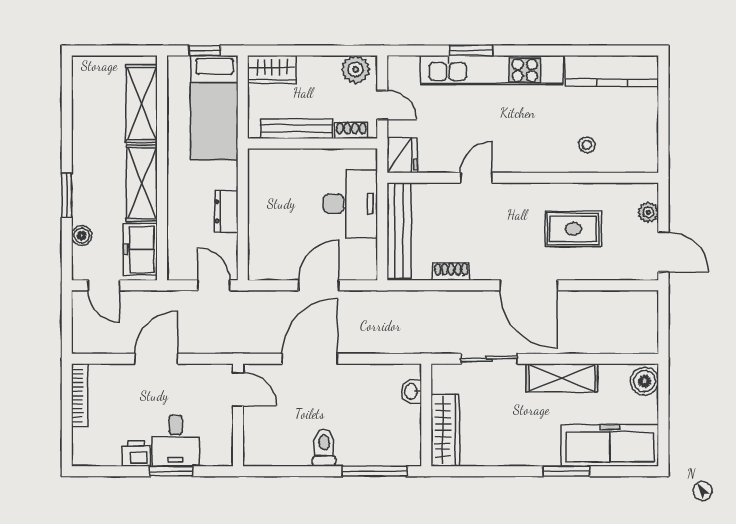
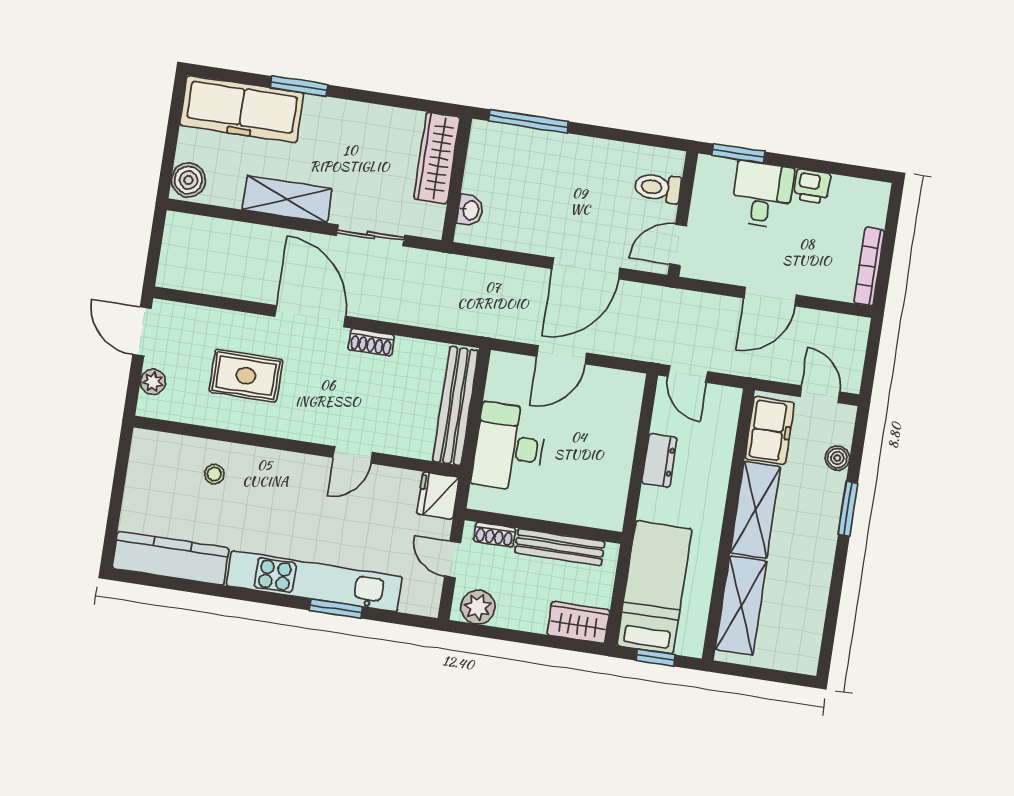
shoe rack: (451, 272) -> (371, 342), moved
door: (238, 389) -> (678, 245), hinge flipped
toilet: (324, 448) -> (658, 188), moved, turned 90
window: (171, 471) -> (739, 153), moved

